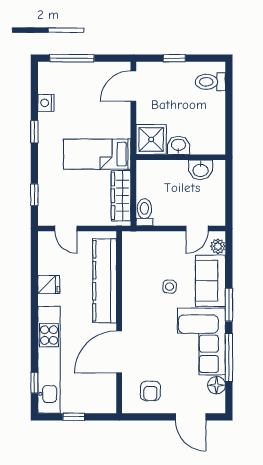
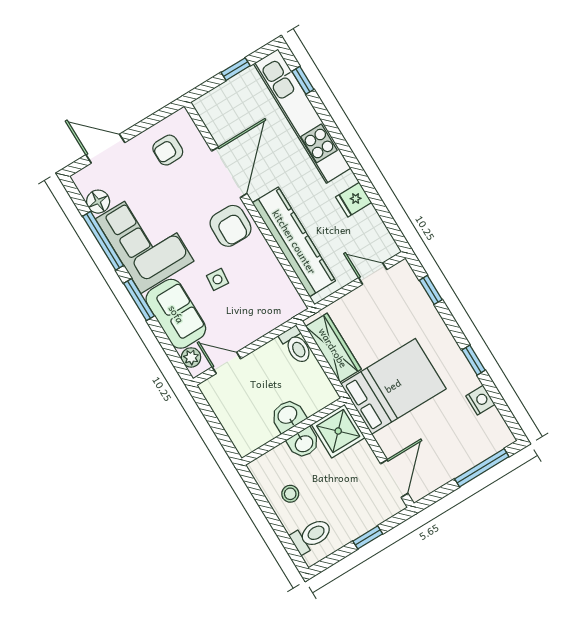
stool: (207, 118) -> (290, 494), added
bed: (97, 154) -> (393, 386), width x1.50
washbasin: (201, 170) -> (288, 415), moved
door: (197, 229) -> (226, 363), hinge flipped
armchair: (140, 316) -> (231, 226), added
armchair: (150, 391) -> (168, 150), turned -90

